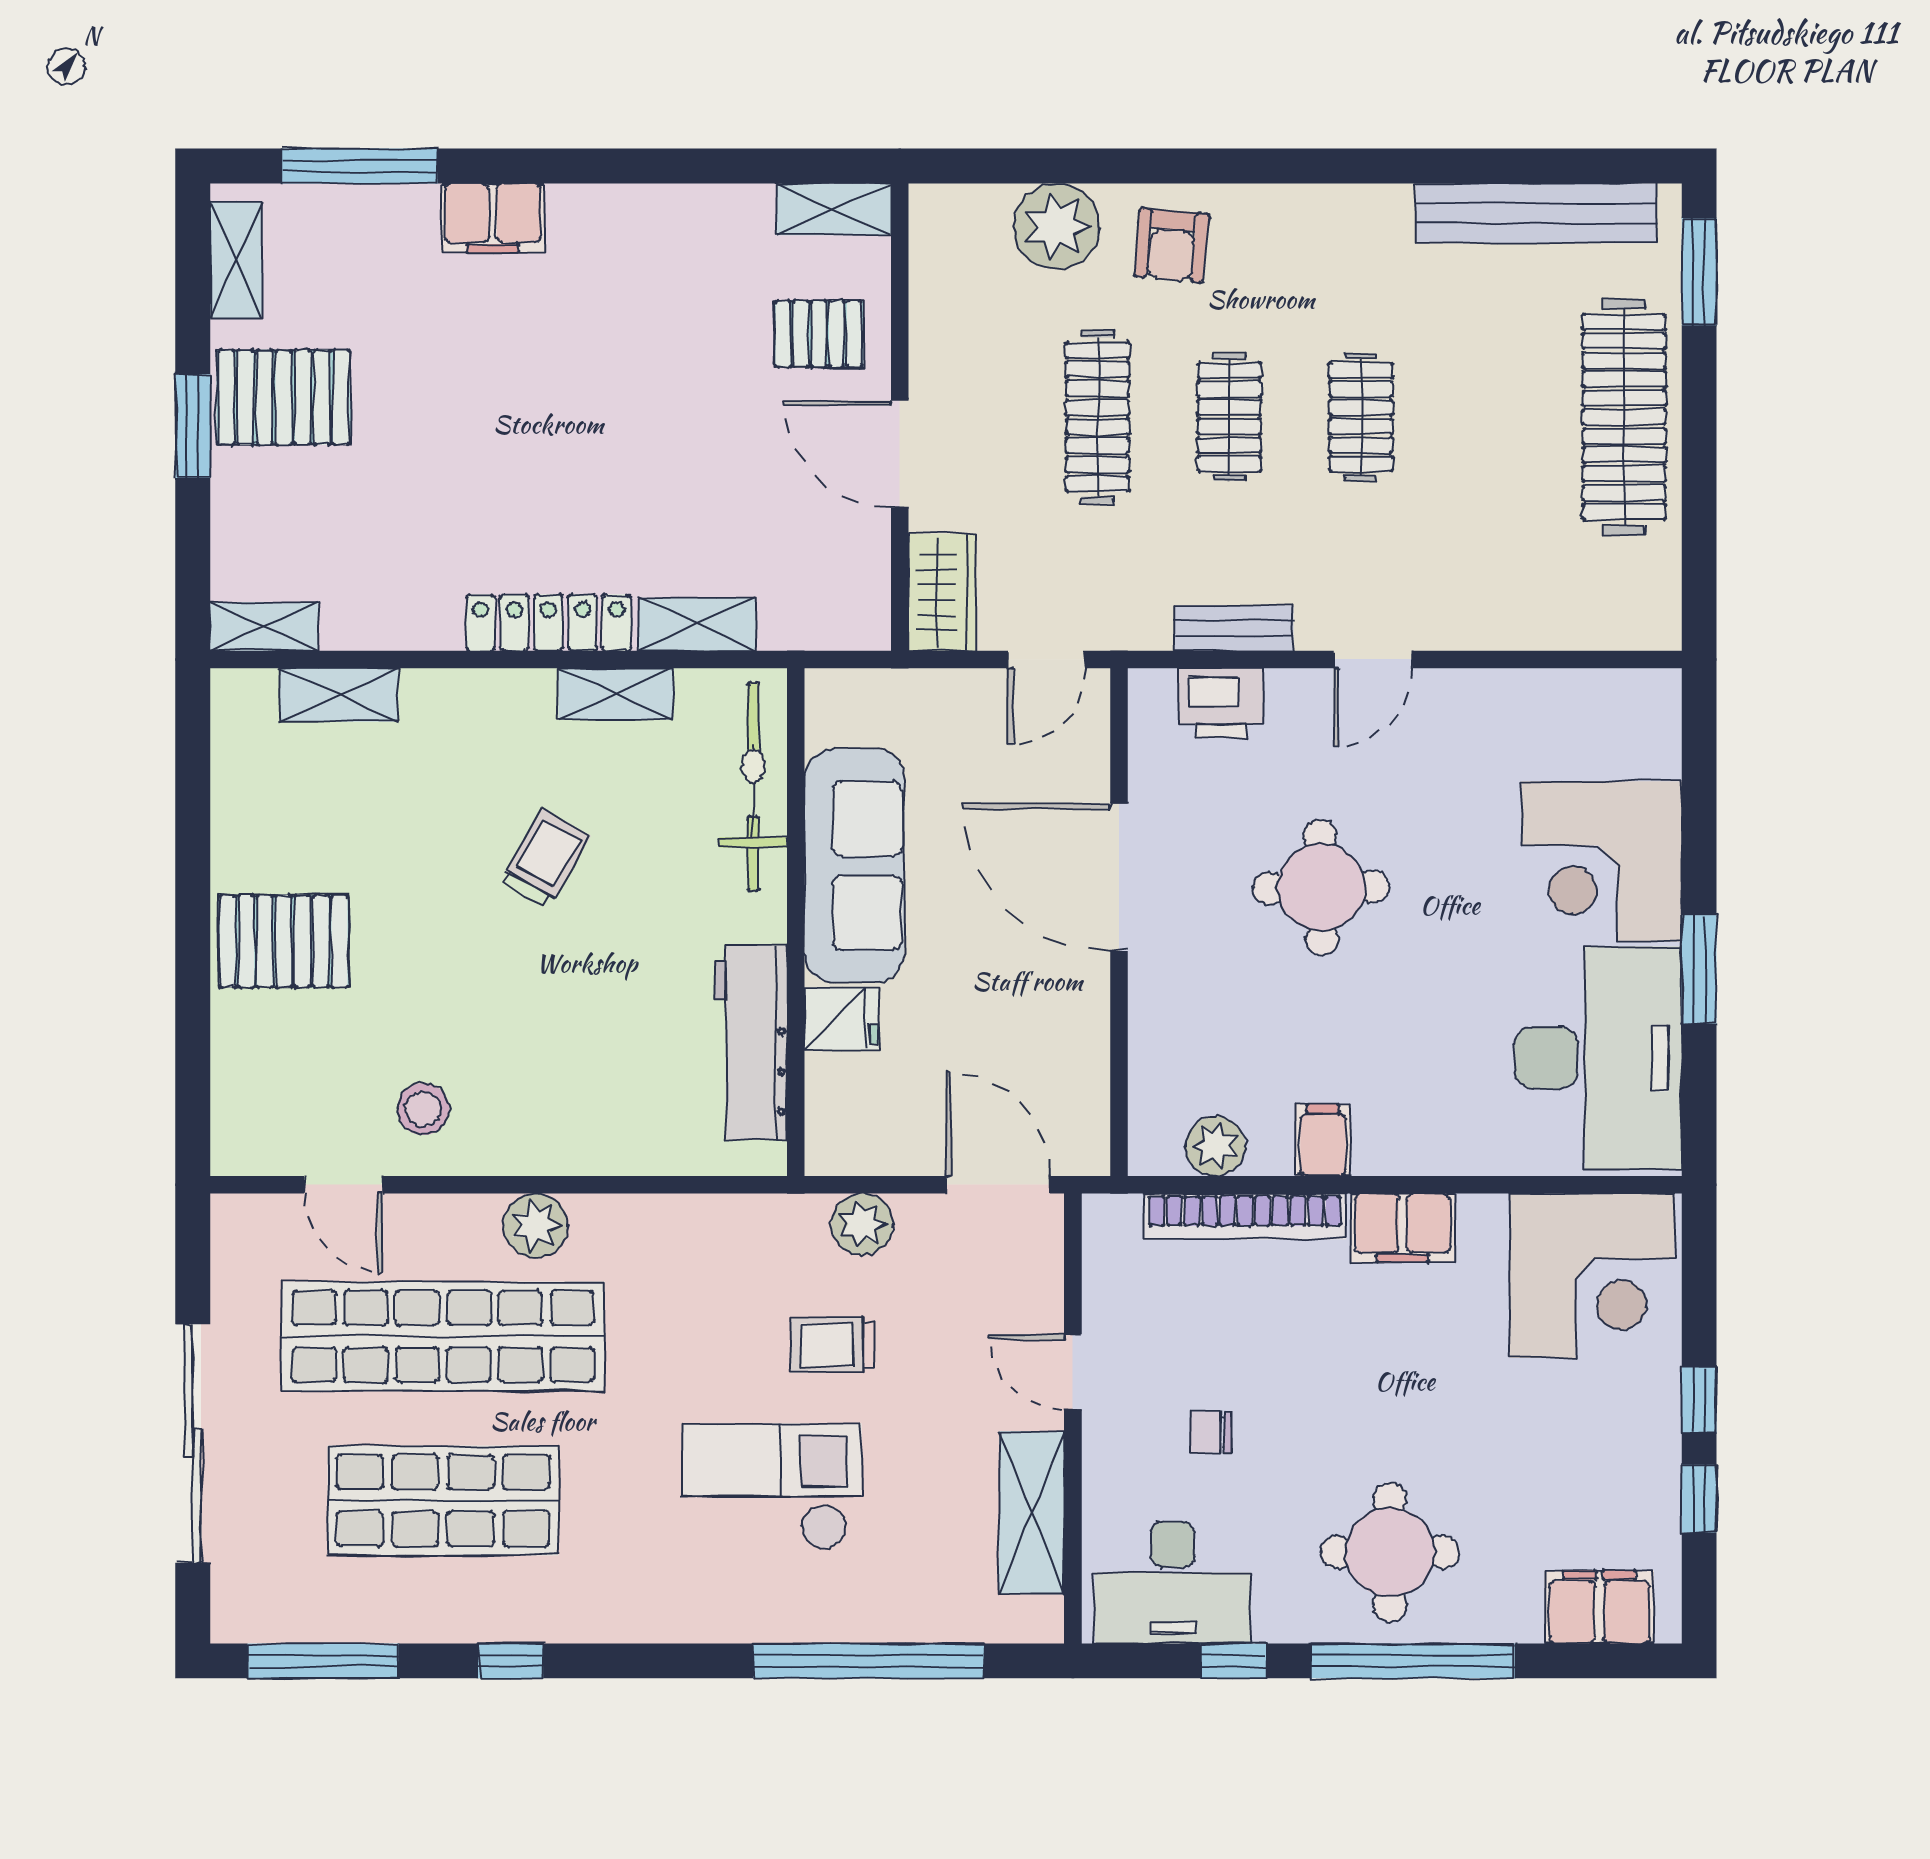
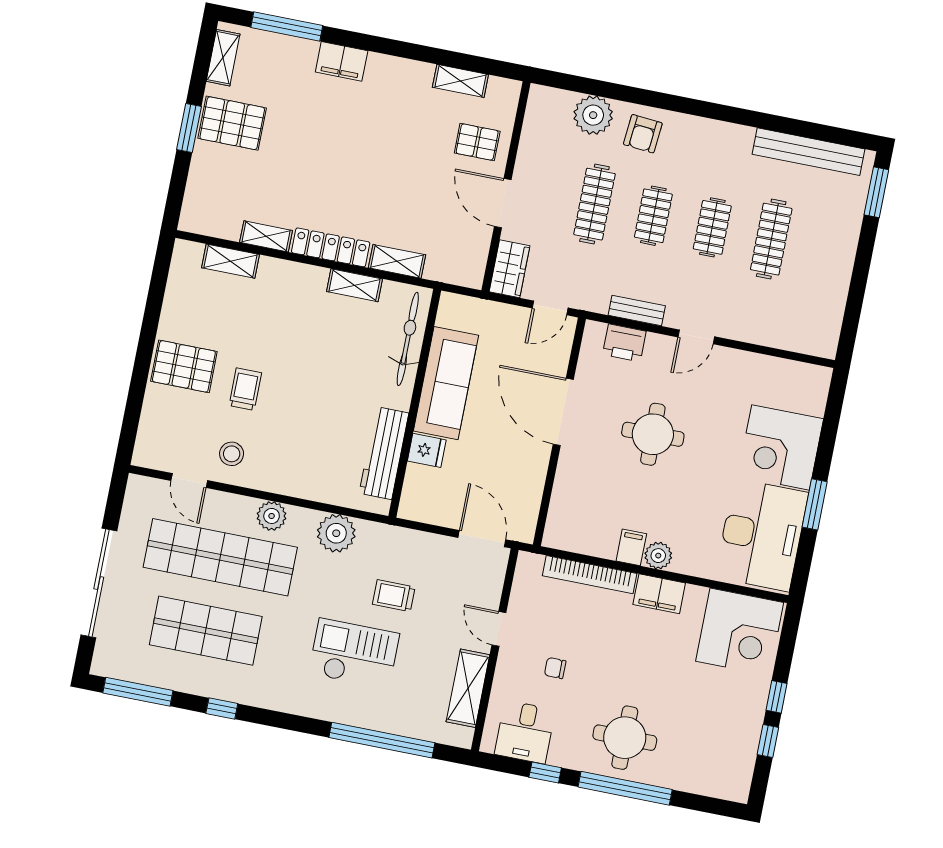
shelving: (834, 209) -> (460, 81), moved
clothes rail: (1624, 417) -> (771, 239), moved, width x0.73, depth x0.76
shelving: (264, 627) -> (266, 236), moved
trolley: (546, 858) -> (245, 389), moved, turned -30
plant: (1215, 1146) -> (658, 556), moved
plant: (862, 1224) -> (336, 533), moved, width x1.36, depth x1.36
desk: (1173, 1582) -> (525, 732), width x0.73
filing cabinet: (1599, 1607) -> (714, 781), removed

